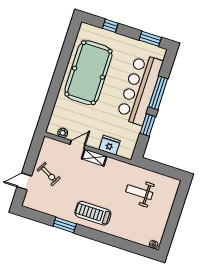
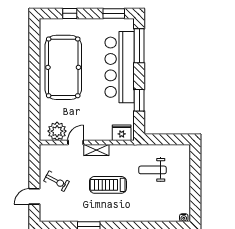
window: (158, 93) -> (139, 46), moved
plant: (63, 133) -> (57, 131), width x1.87, depth x1.87
fridge: (110, 145) -> (122, 133), moved
treadmill: (93, 213) -> (108, 185), moved

